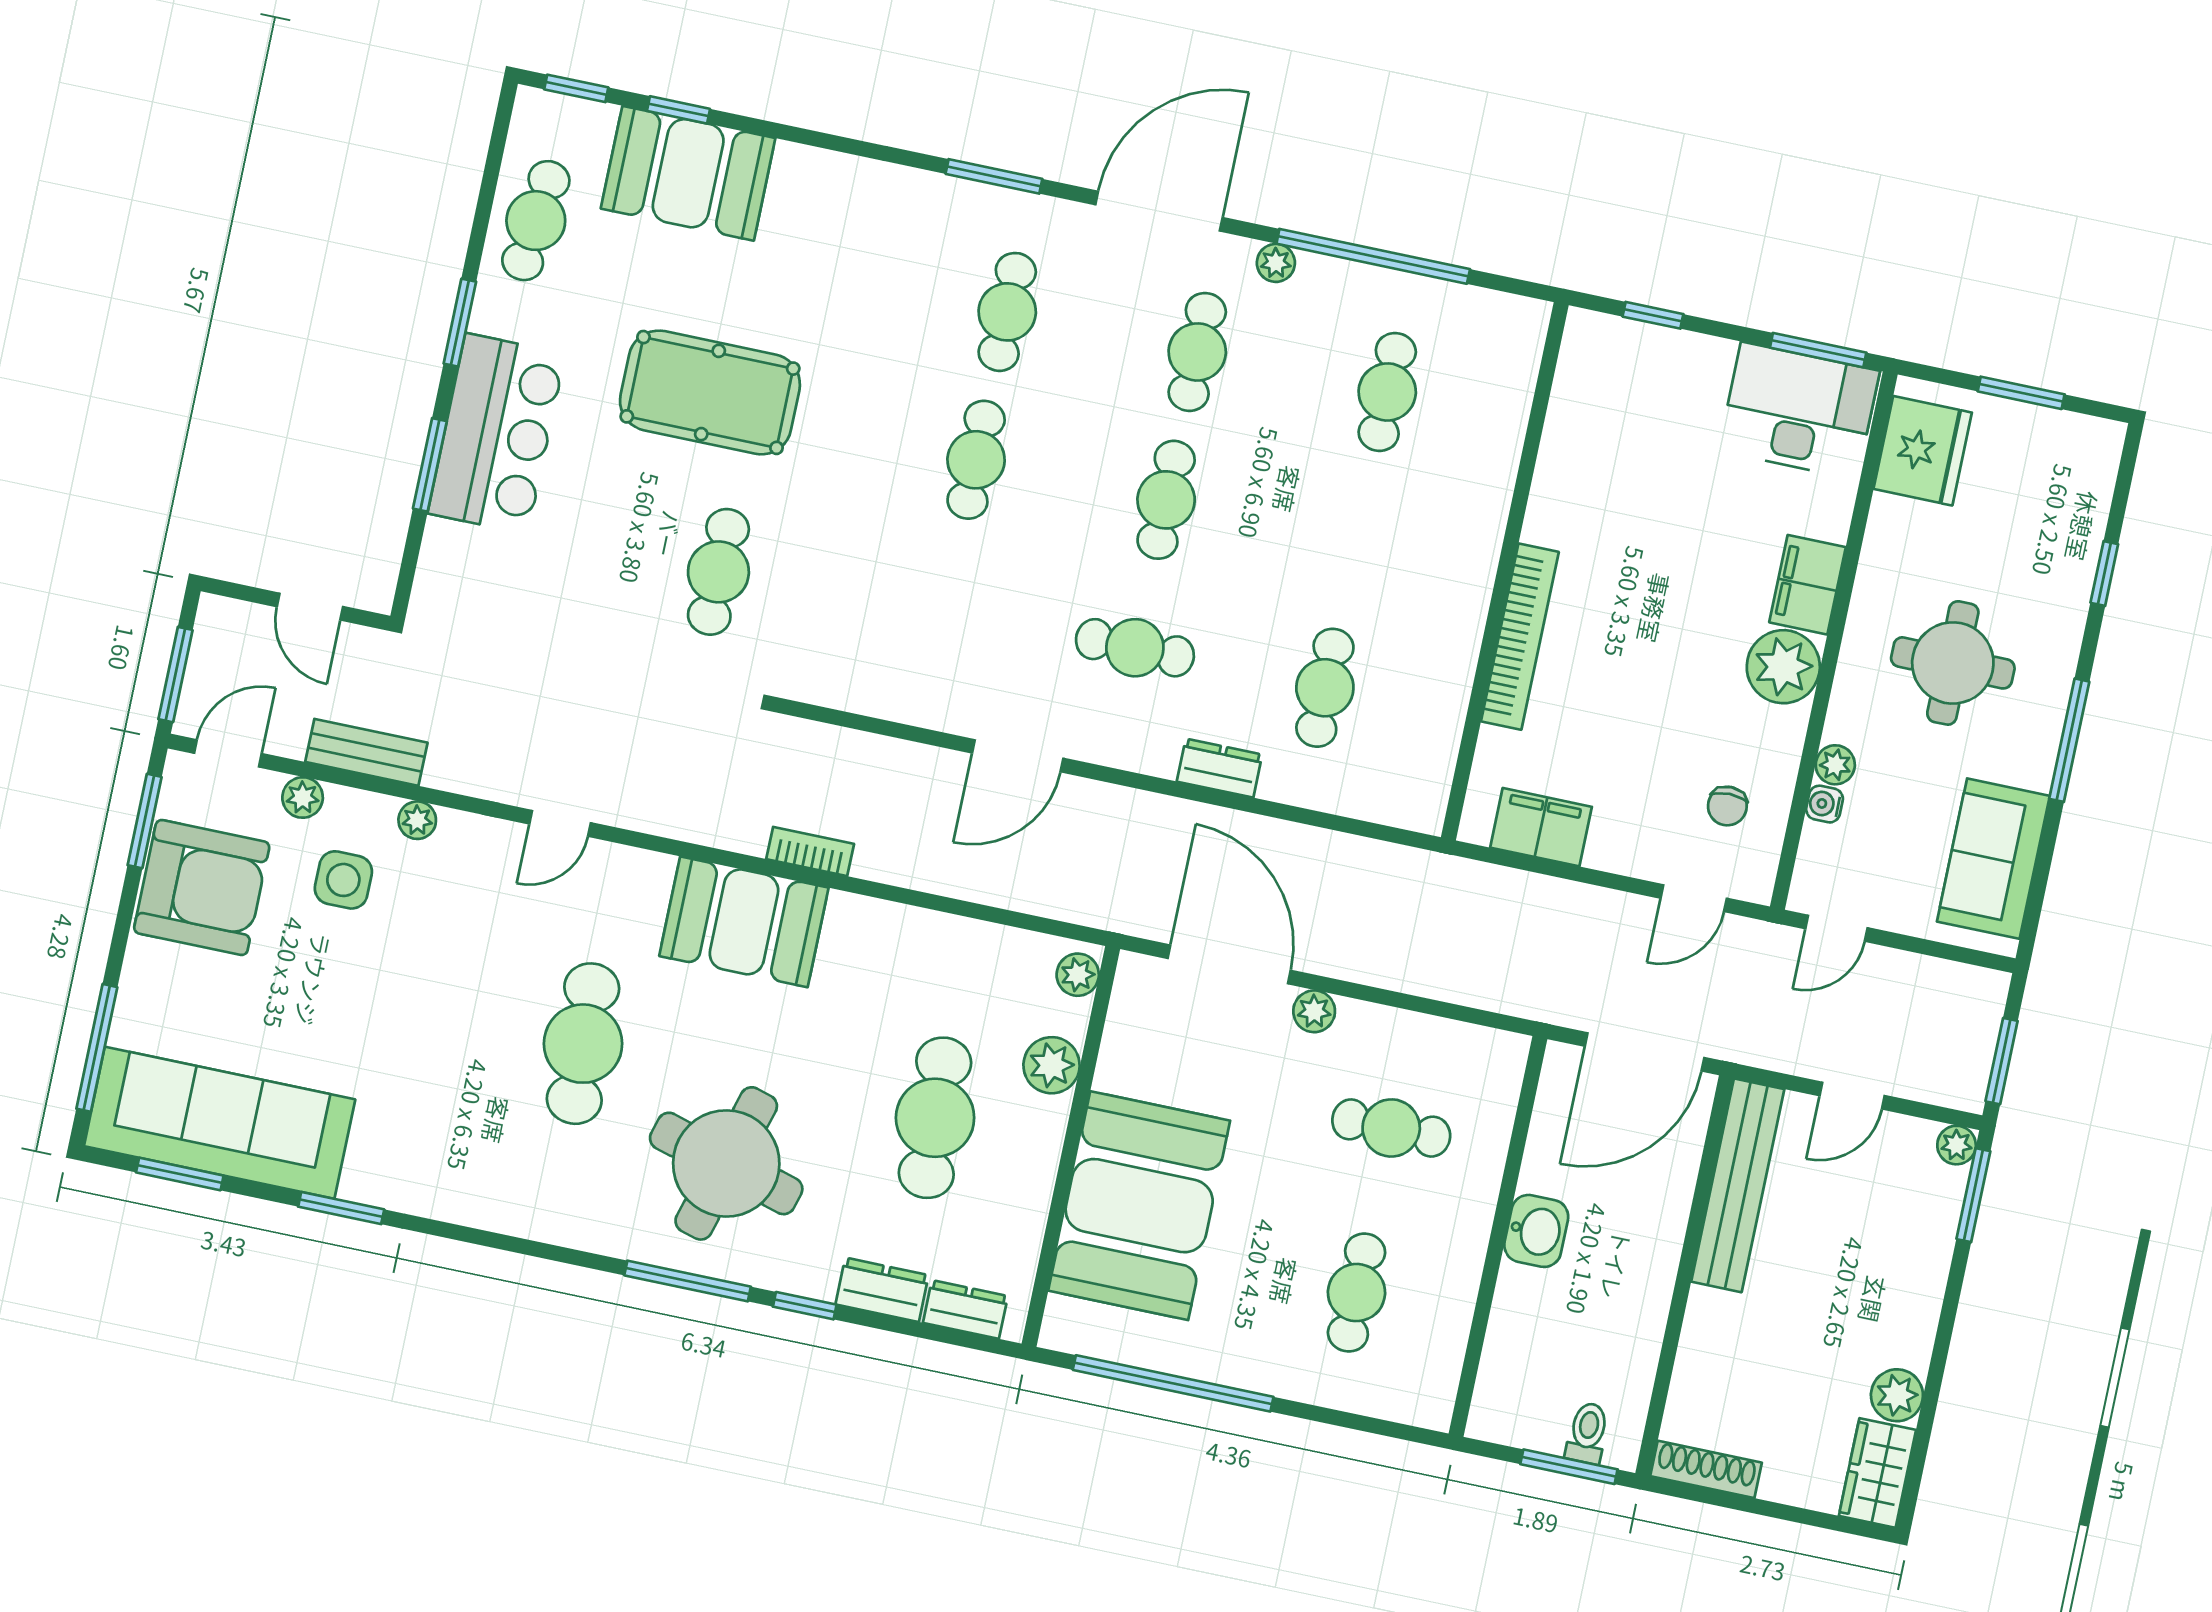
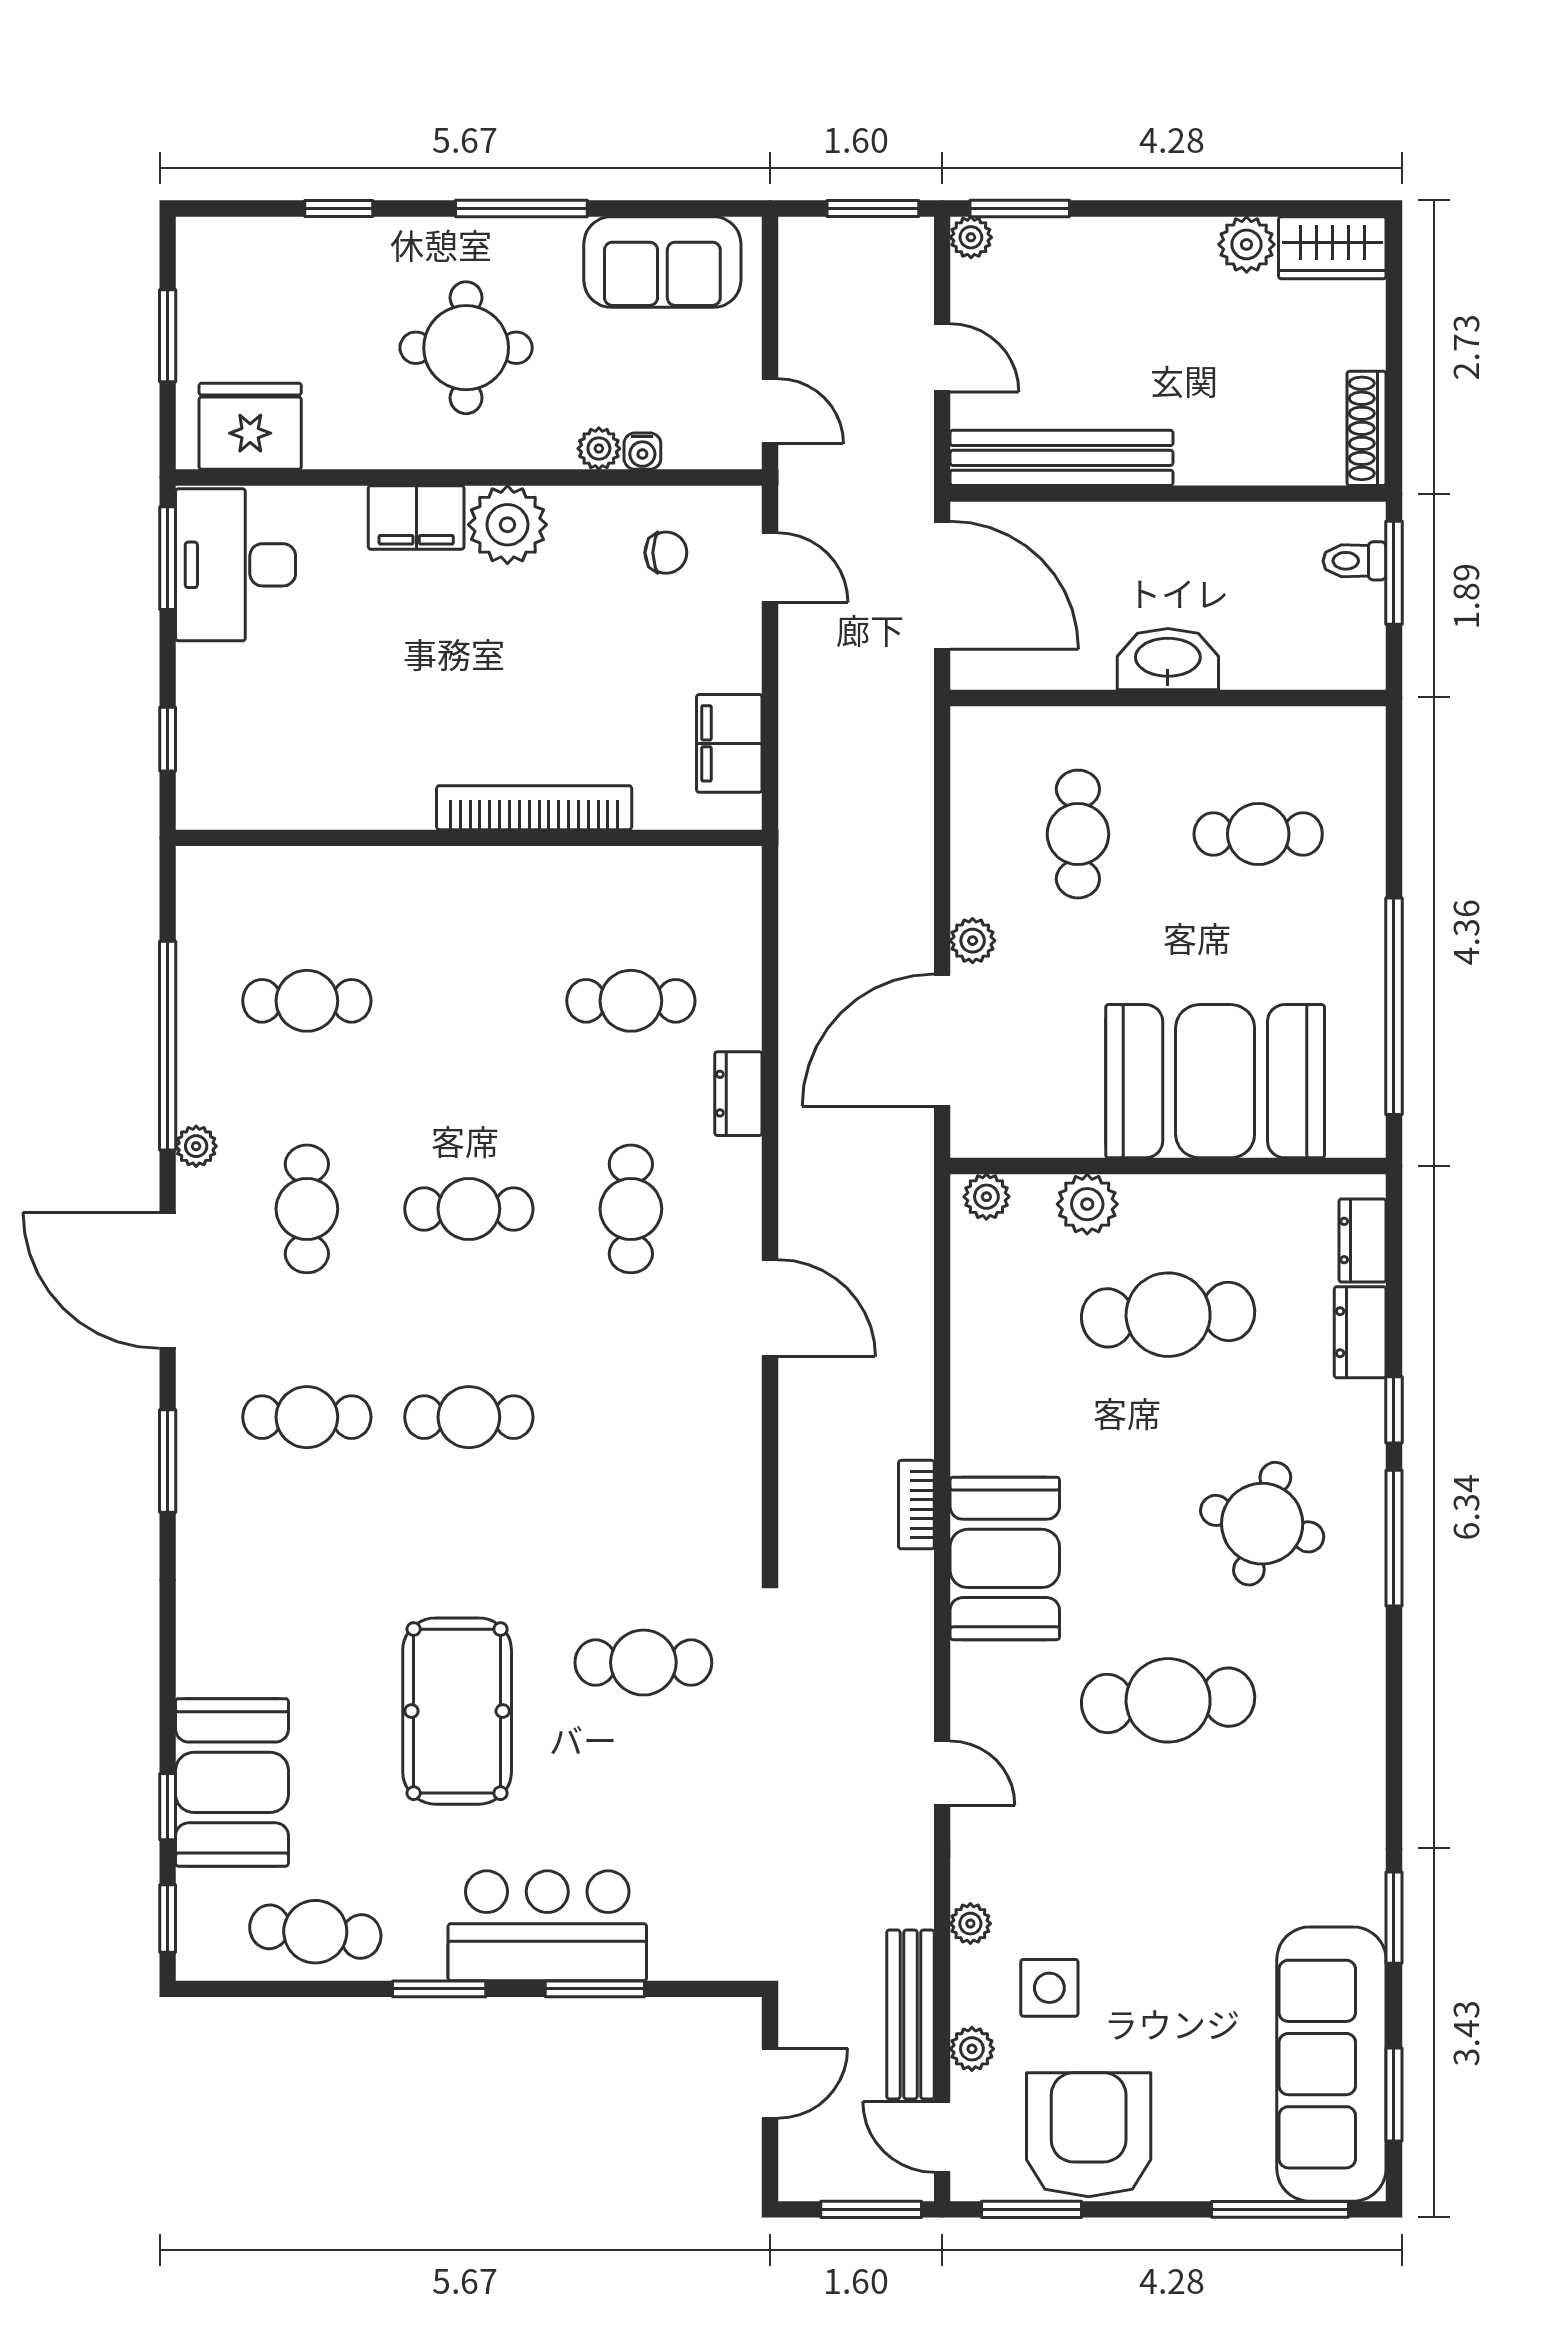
cafe table: (1197, 352) -> (307, 1209), turned 90
bench: (366, 752) -> (910, 2014), width x1.36
round table: (726, 1163) -> (1262, 1524), width x0.73, depth x0.73
washbasin: (1536, 1231) -> (1168, 659), width x1.38

